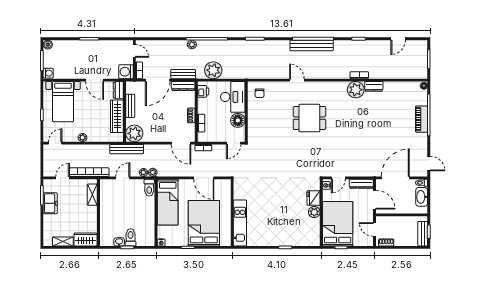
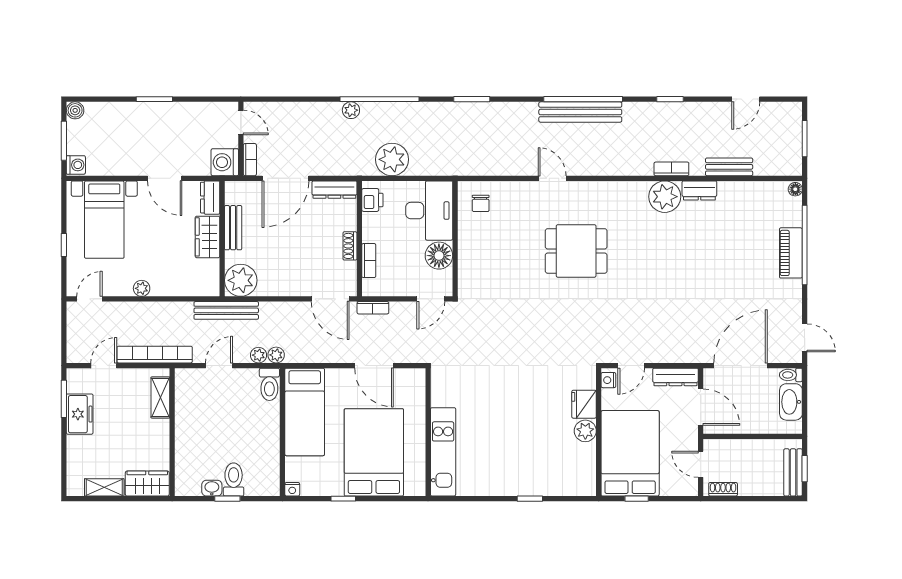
bench: (183, 74) -> (729, 167), moved
wardrobe: (117, 116) -> (207, 237), width x0.67

